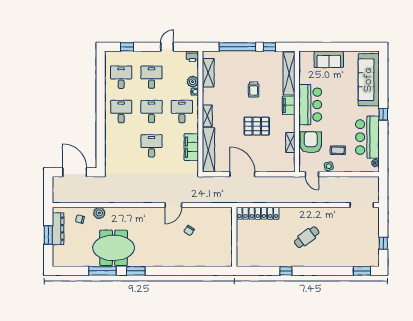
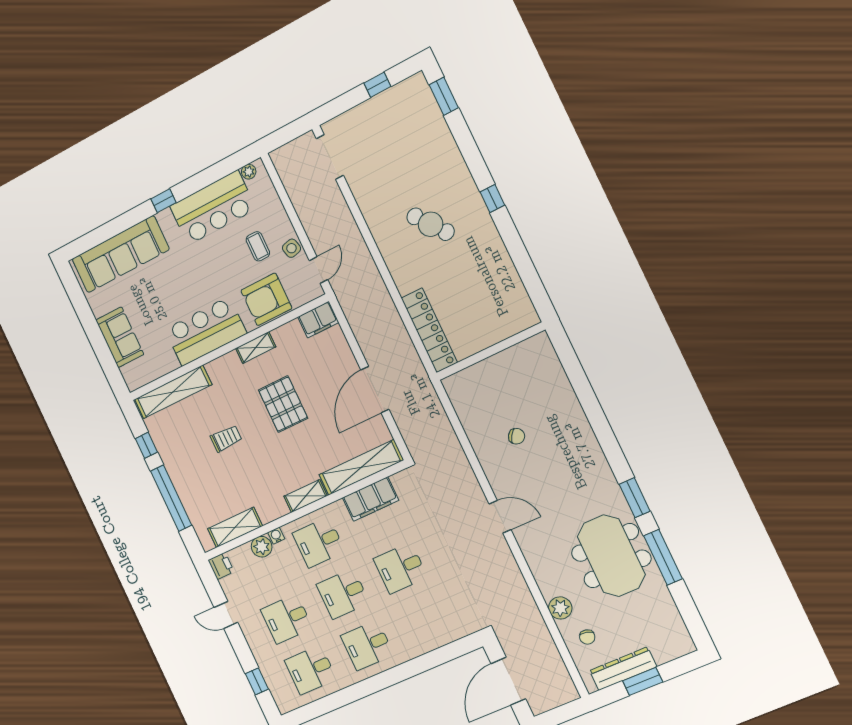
filing cabinet: (289, 105) -> (318, 320), moved
shelving: (290, 142) -> (256, 348), moved
door: (173, 205) -> (500, 517), moved
window: (286, 271) -> (492, 198), moved

